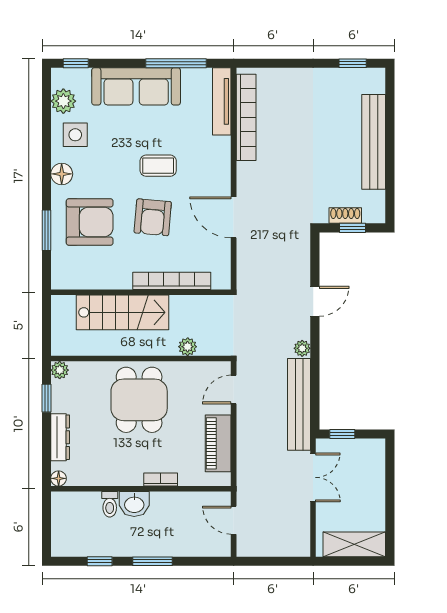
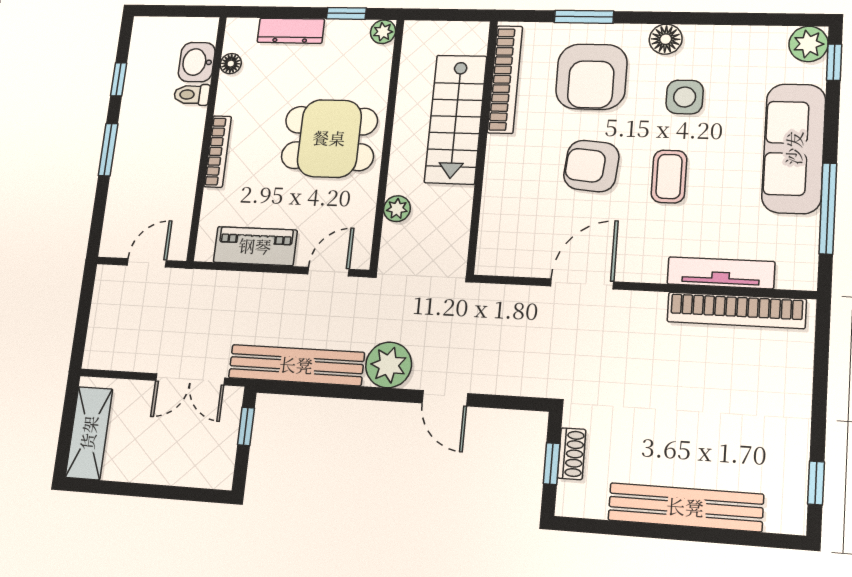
plant: (63, 101) -> (808, 44), moved
tv unit: (222, 101) -> (721, 273), moved
side table: (75, 135) -> (685, 97), moved
bookcase: (172, 281) -> (505, 79), moved
plant: (302, 348) -> (389, 365), width x1.87, depth x1.87
door: (234, 390) -> (328, 272), hinge flipped
floor lamp: (59, 478) -> (231, 64), moved
bookcase: (161, 479) -> (218, 151), width x1.56
washbasin: (134, 504) -> (197, 62), moved

